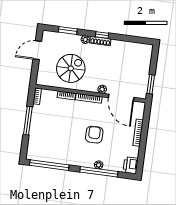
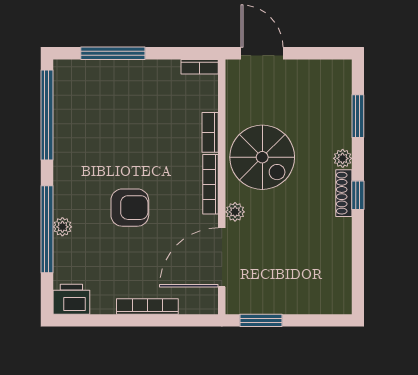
door: (37, 50) -> (262, 53), moved
spiral stairs: (71, 68) -> (262, 157), moved
window: (28, 121) -> (113, 53), moved

